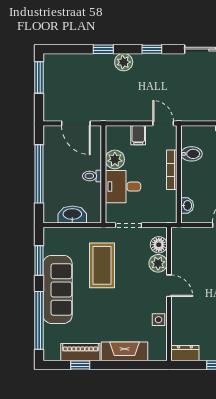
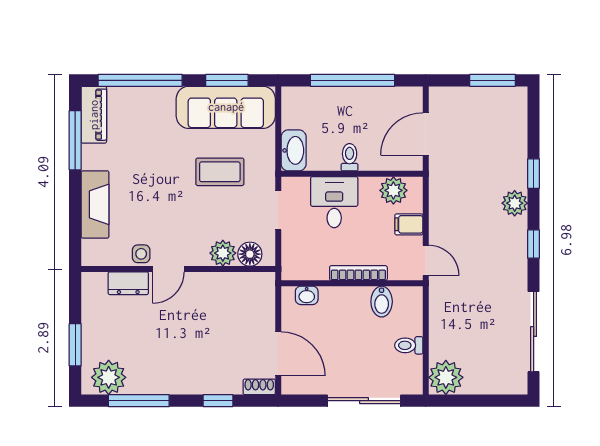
door: (163, 123) -> (426, 260), hinge flipped
plant: (115, 159) -> (393, 190), moved
washbasin: (72, 215) -> (294, 150), moved
coffee table: (102, 265) -> (220, 172), width x0.73, depth x0.76
door: (169, 286) -> (168, 269), moved
sofa: (58, 289) -> (226, 107), moved
piano: (80, 352) -> (94, 115), moved
dresser: (185, 353) -> (128, 283), moved, turned 90
window: (80, 365) -> (75, 140), width x2.17

